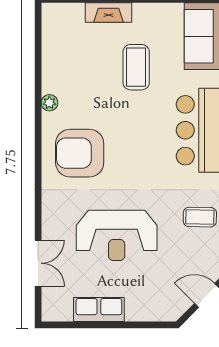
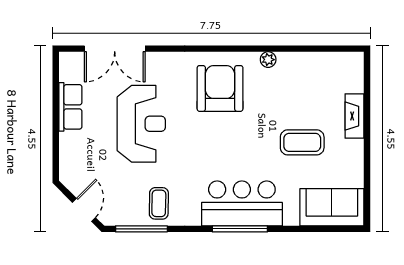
reception desk: (117, 235) -> (141, 124), turned 180
double door: (38, 263) -> (115, 49), width x1.37

